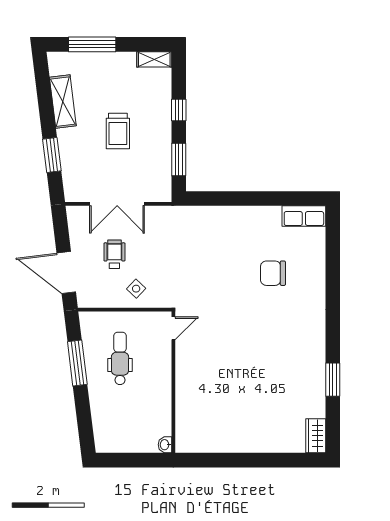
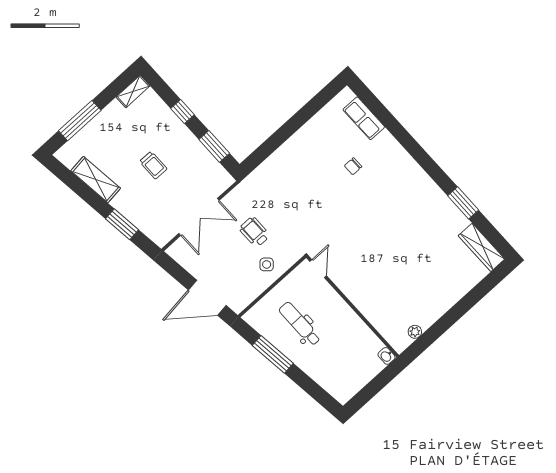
trolley: (118, 131) -> (153, 165), width x0.73, depth x0.72
row of seats: (304, 216) -> (364, 118), moved, turned 90
wheelchair: (114, 254) -> (255, 232), moved
chair: (273, 273) -> (353, 166), width x0.54, depth x0.54
wardrobe: (316, 436) -> (481, 247), width x1.50
plant: (204, 446) -> (415, 332), added

